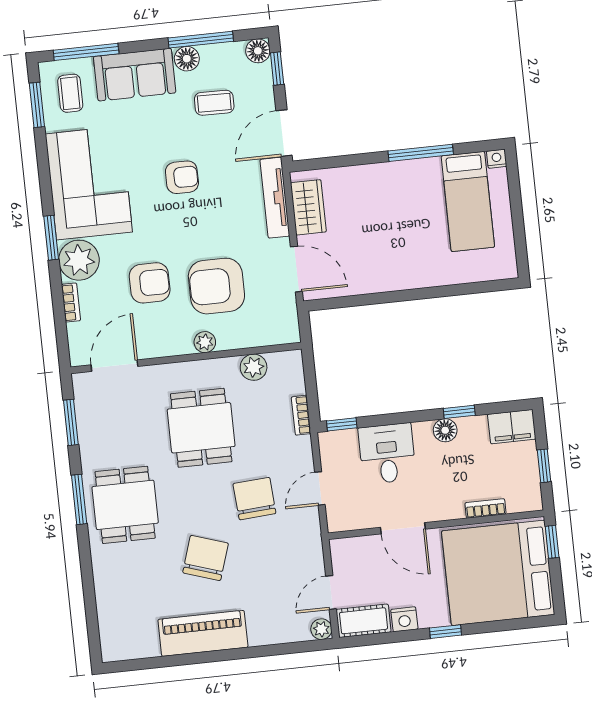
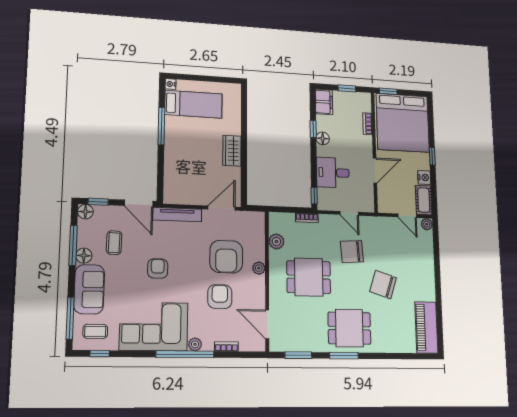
window: (37, 105) -> (100, 354), width x0.67
wardrobe: (308, 207) -> (232, 151), moved, turned -90
window: (51, 238) -> (185, 354), width x2.11
plant: (79, 260) -> (195, 344), width x0.53, depth x0.53
piano: (203, 633) -> (426, 327), moved

